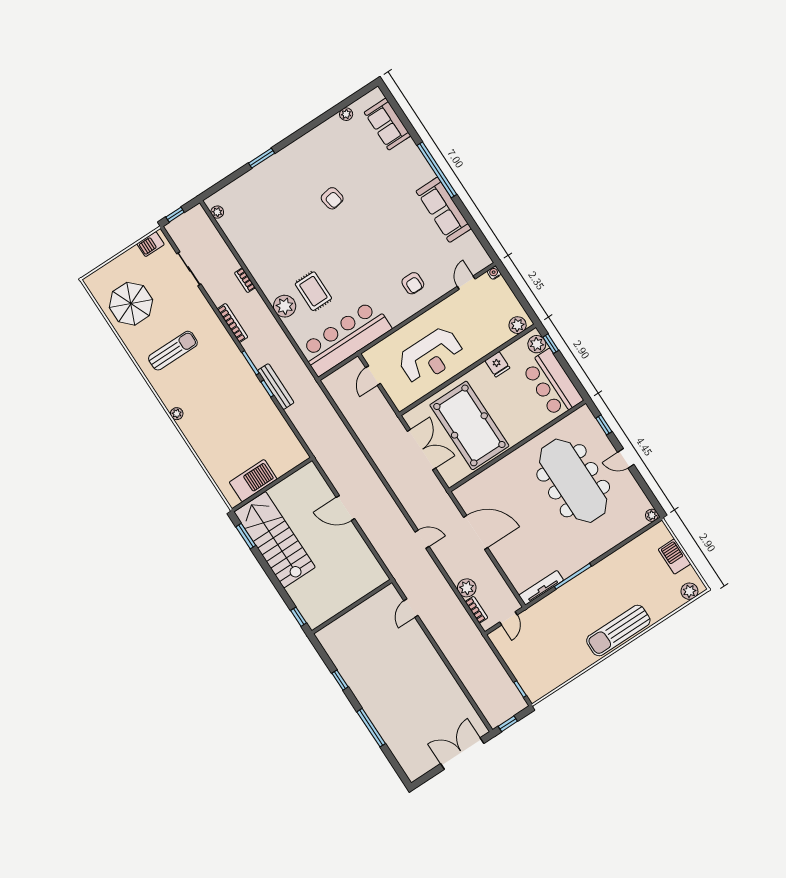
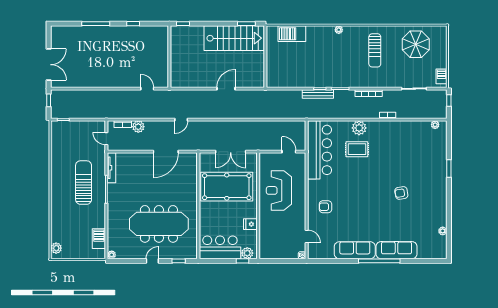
sofa: (387, 124) -> (396, 250), moved, width x1.36
plant: (518, 325) -> (265, 249), removed
barbecue: (253, 481) -> (292, 34), moved, turned 90
barbecue: (674, 557) -> (99, 239), moved, turned -90
sun lounger: (618, 630) -> (84, 183), moved

